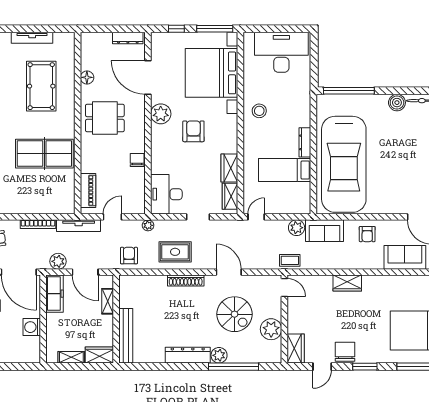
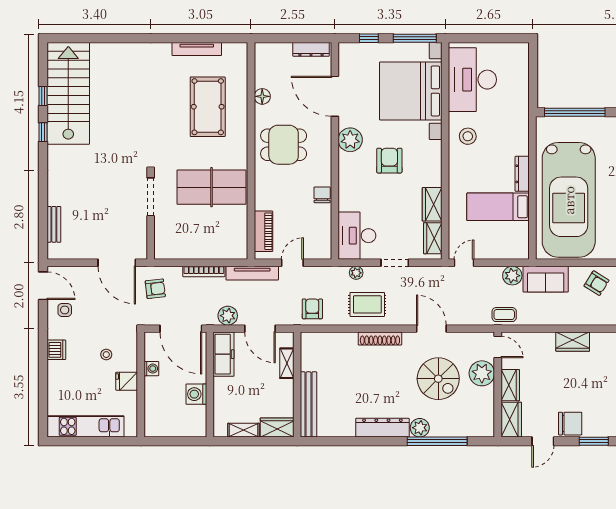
desk: (281, 52) -> (472, 80), moved, turned -90
plant: (148, 225) -> (356, 273), moved
armchair: (367, 234) -> (597, 283), turned -58
wardrobe: (295, 320) -> (510, 385), added
plant: (271, 329) -> (482, 373), moved
chair: (345, 352) -> (570, 424), turned 90

